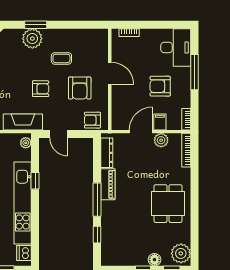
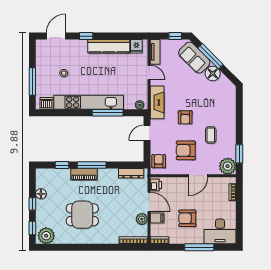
window: (36, 25) -> (239, 154), moved
plant: (32, 39) -> (228, 166), moved
armchair: (160, 86) -> (187, 218), turned -90
printer: (121, 124) -> (156, 185), added
window: (35, 181) -> (108, 113), width x2.17
piano: (108, 184) -> (84, 174), moved
dining table: (168, 204) -> (82, 215), moved
floor lamp: (155, 260) -> (41, 194), moved

